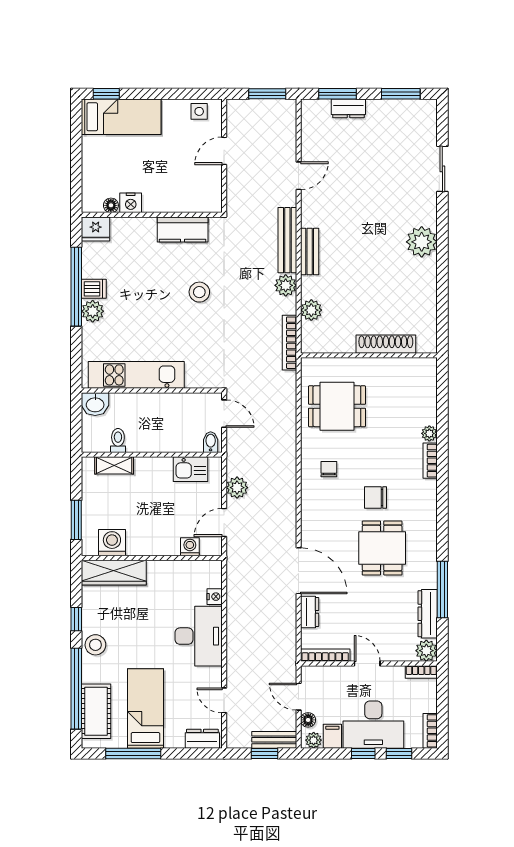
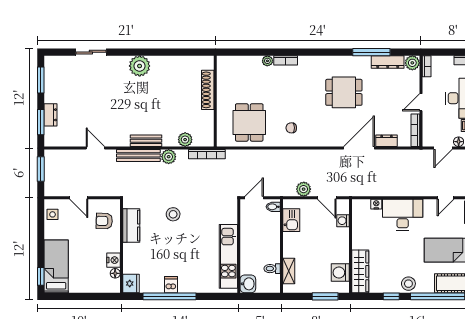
armchair: (189, 189) -> (104, 221), added
plant: (93, 311) -> (186, 285), removed
chair: (376, 497) -> (310, 97), removed

